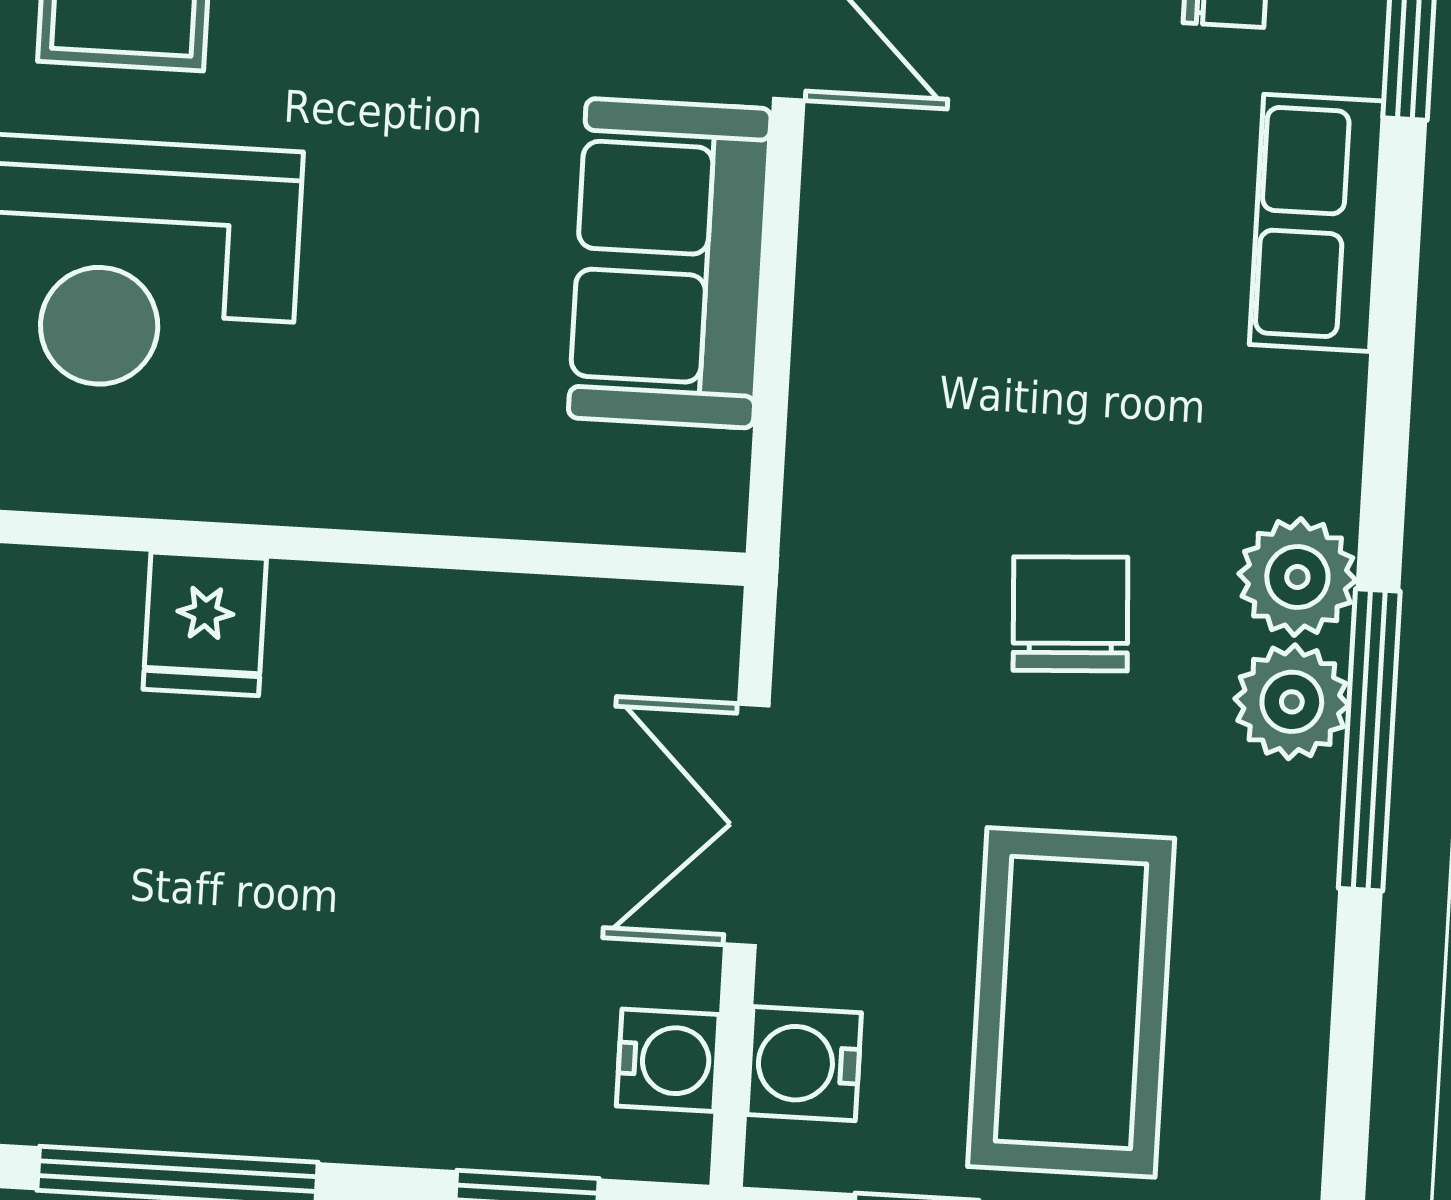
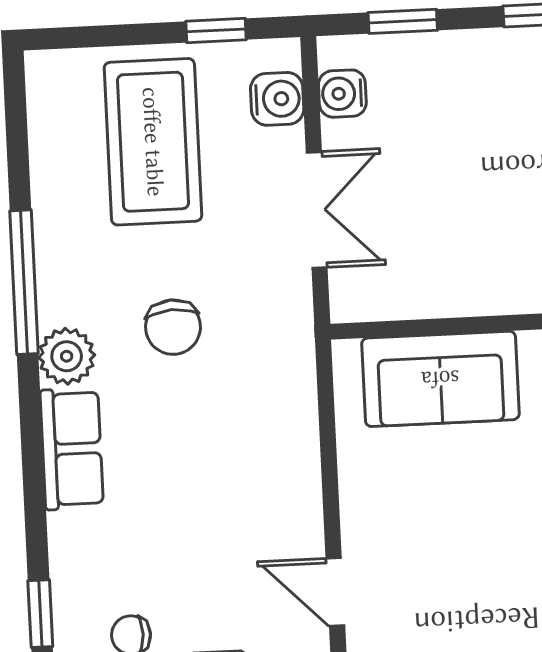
row of seats: (1317, 223) -> (72, 449), moved
sofa: (670, 263) -> (440, 379), moved, turned 90
plant: (1292, 702) -> (63, 296), removed

